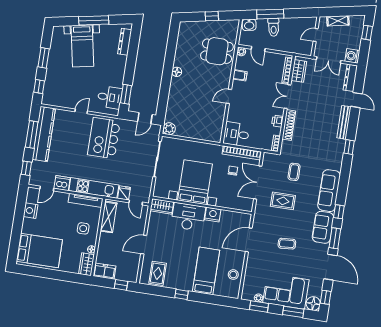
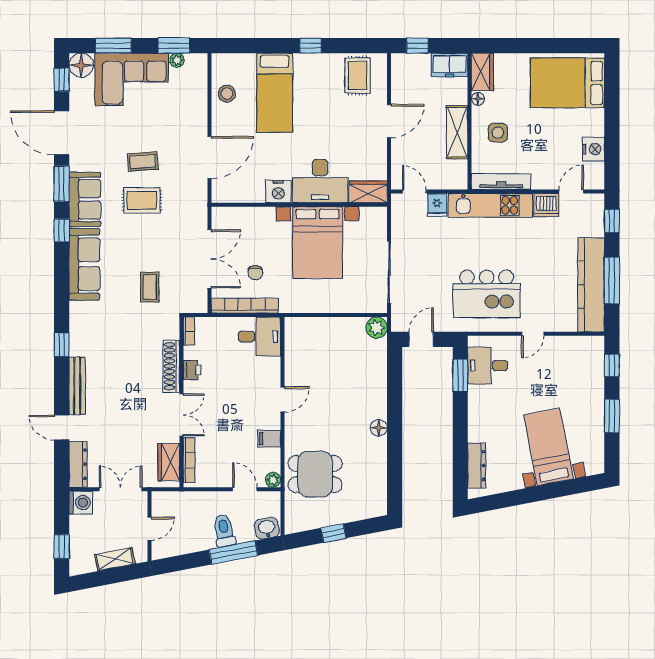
window: (94, 20) -> (536, 494), removed
kitchen island: (104, 138) -> (487, 294), turned 90
rug: (283, 201) -> (142, 200), moved
shelving: (109, 217) -> (457, 132), moved

